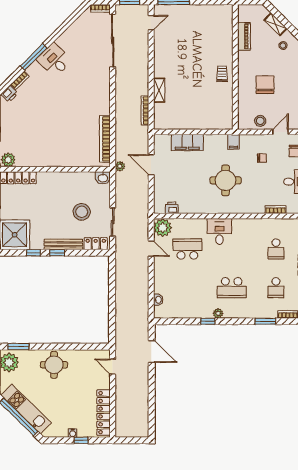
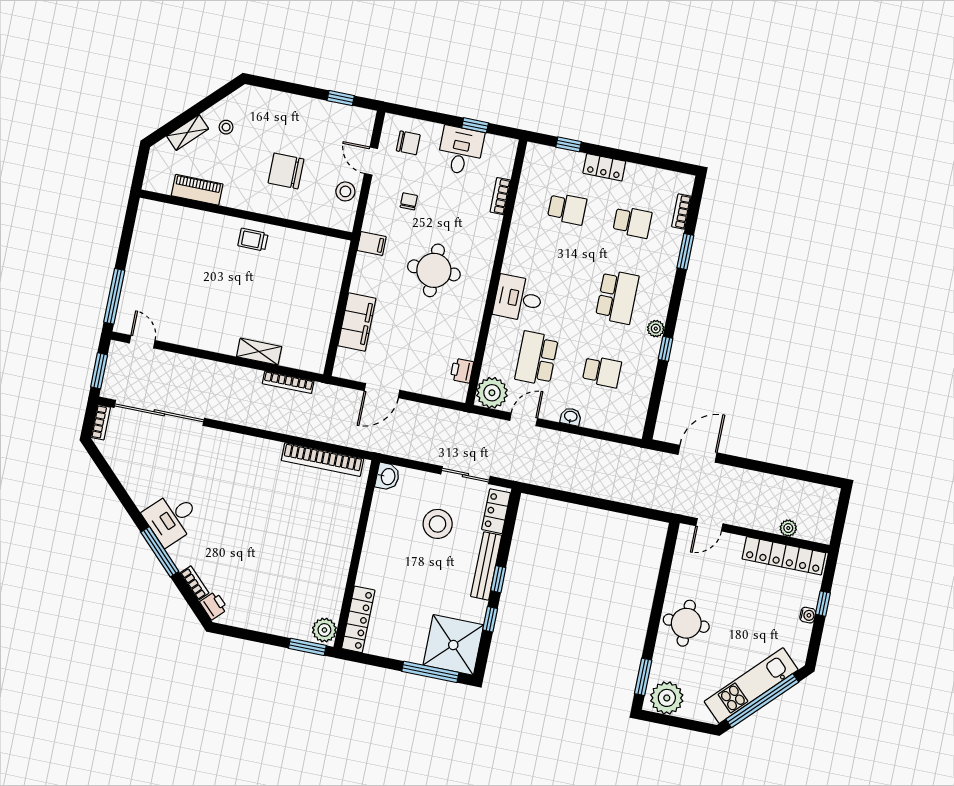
plant: (120, 166) -> (788, 528), moved
school desk: (187, 288) -> (602, 372), added
washbasin: (158, 300) -> (571, 417), moved

